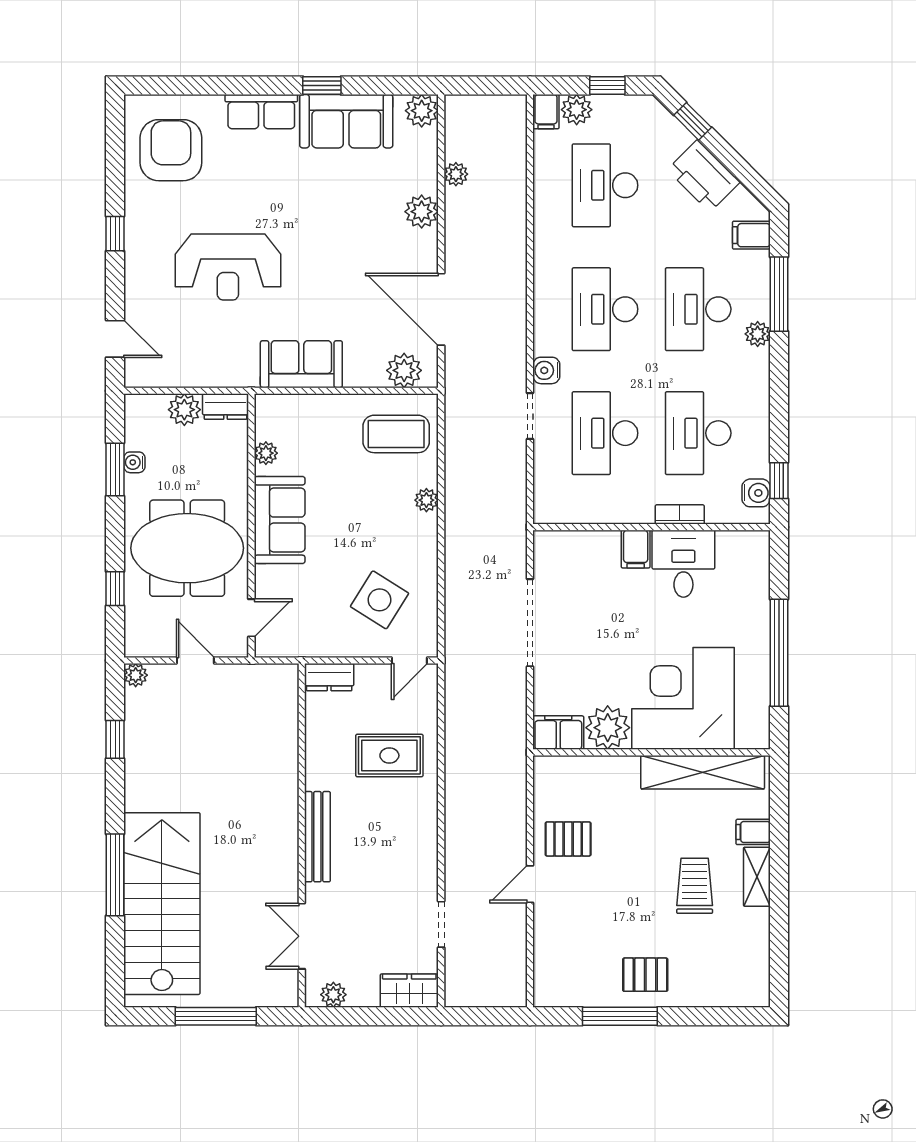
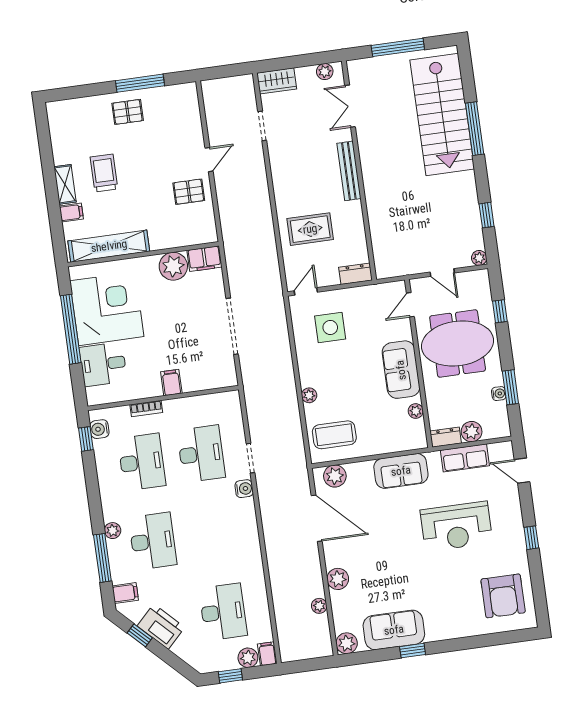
row of seats: (261, 112) -> (465, 458), moved, turned 180
window: (693, 121) -> (140, 635), moved
reception desk: (228, 267) -> (456, 526), turned 180
desk: (605, 309) -> (212, 533), removed
desk: (683, 564) -> (103, 364), moved, turned 90
side table: (380, 600) -> (330, 327), turned -32
corner desk: (683, 698) -> (107, 309), moved, turned -90
trolley: (695, 886) -> (104, 173), turned 180
double door: (302, 936) -> (350, 106), swing flipped

